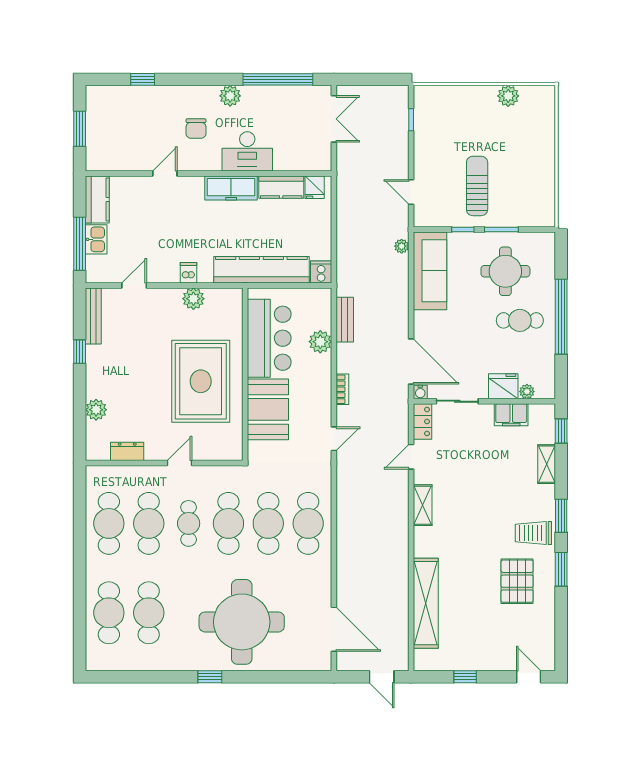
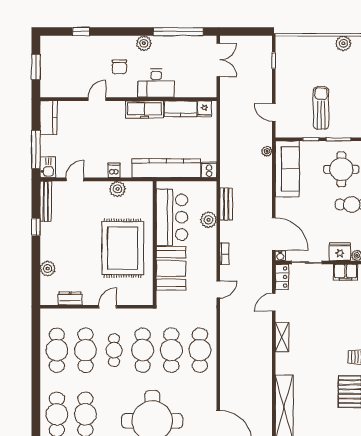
kitchen sink: (96, 239) -> (48, 167), moved

